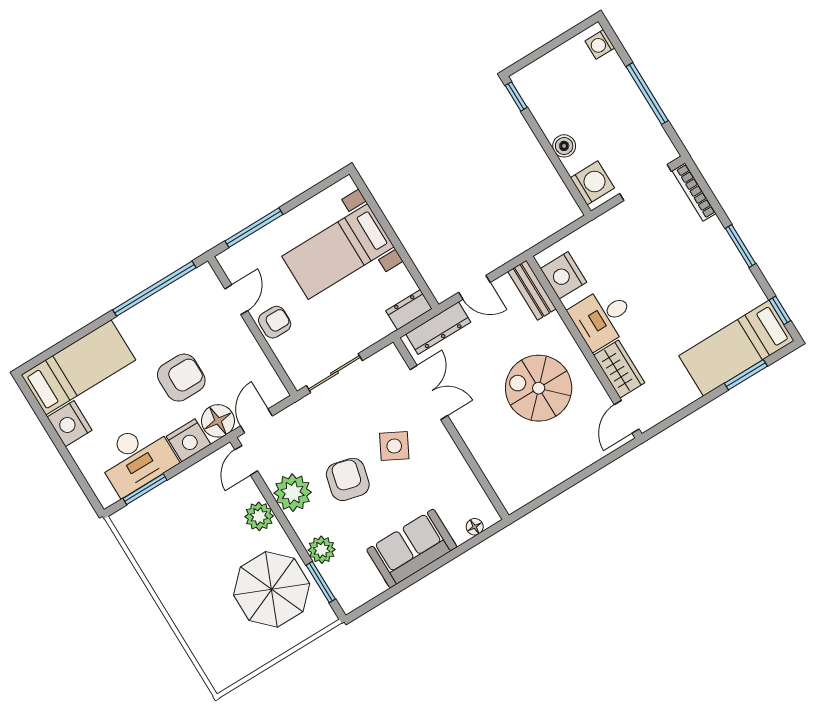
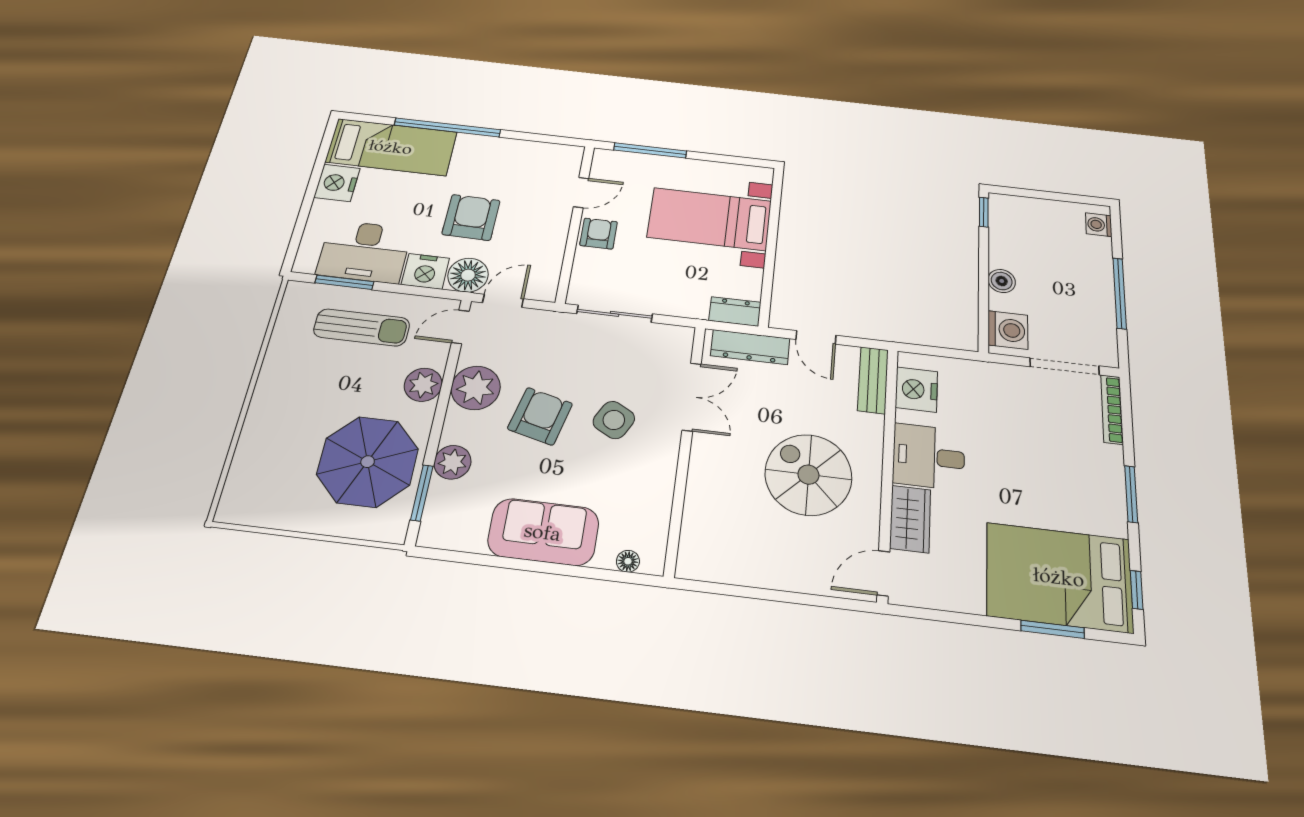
window: (154, 289) -> (447, 127), moved
armchair: (275, 322) -> (599, 234), turned -90
bed: (736, 348) -> (1059, 577), width x1.50
armchair: (181, 378) -> (471, 217), turned -89
sun lounger: (186, 510) -> (362, 327), added

